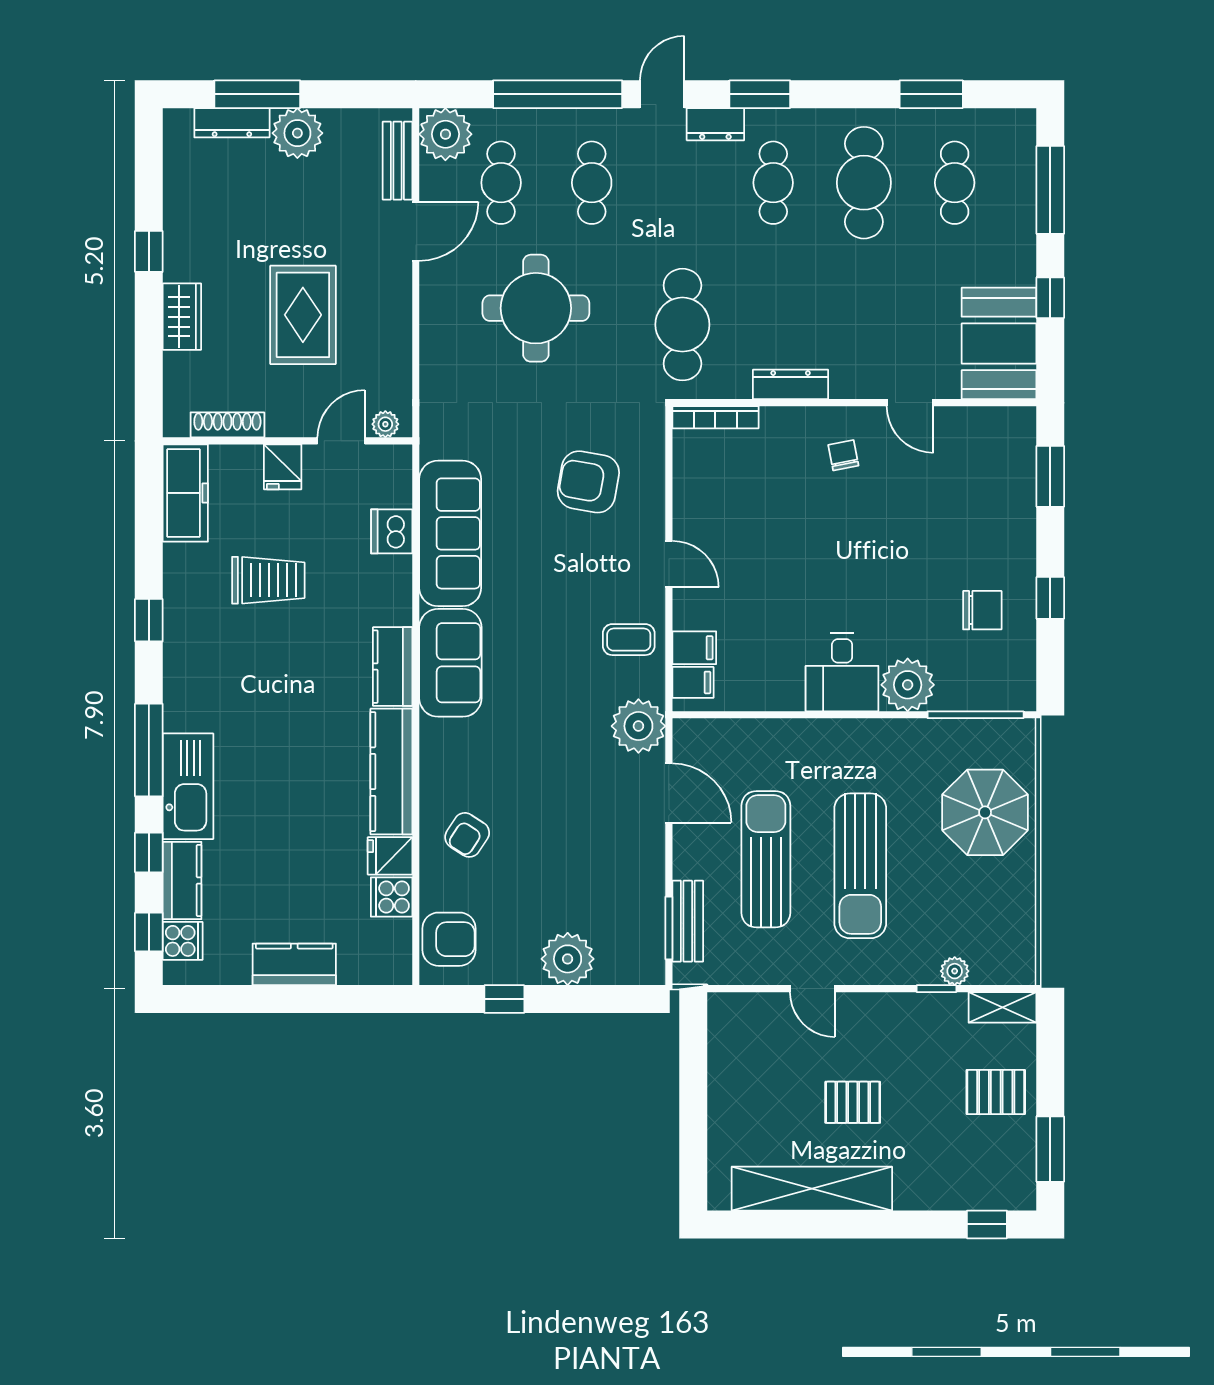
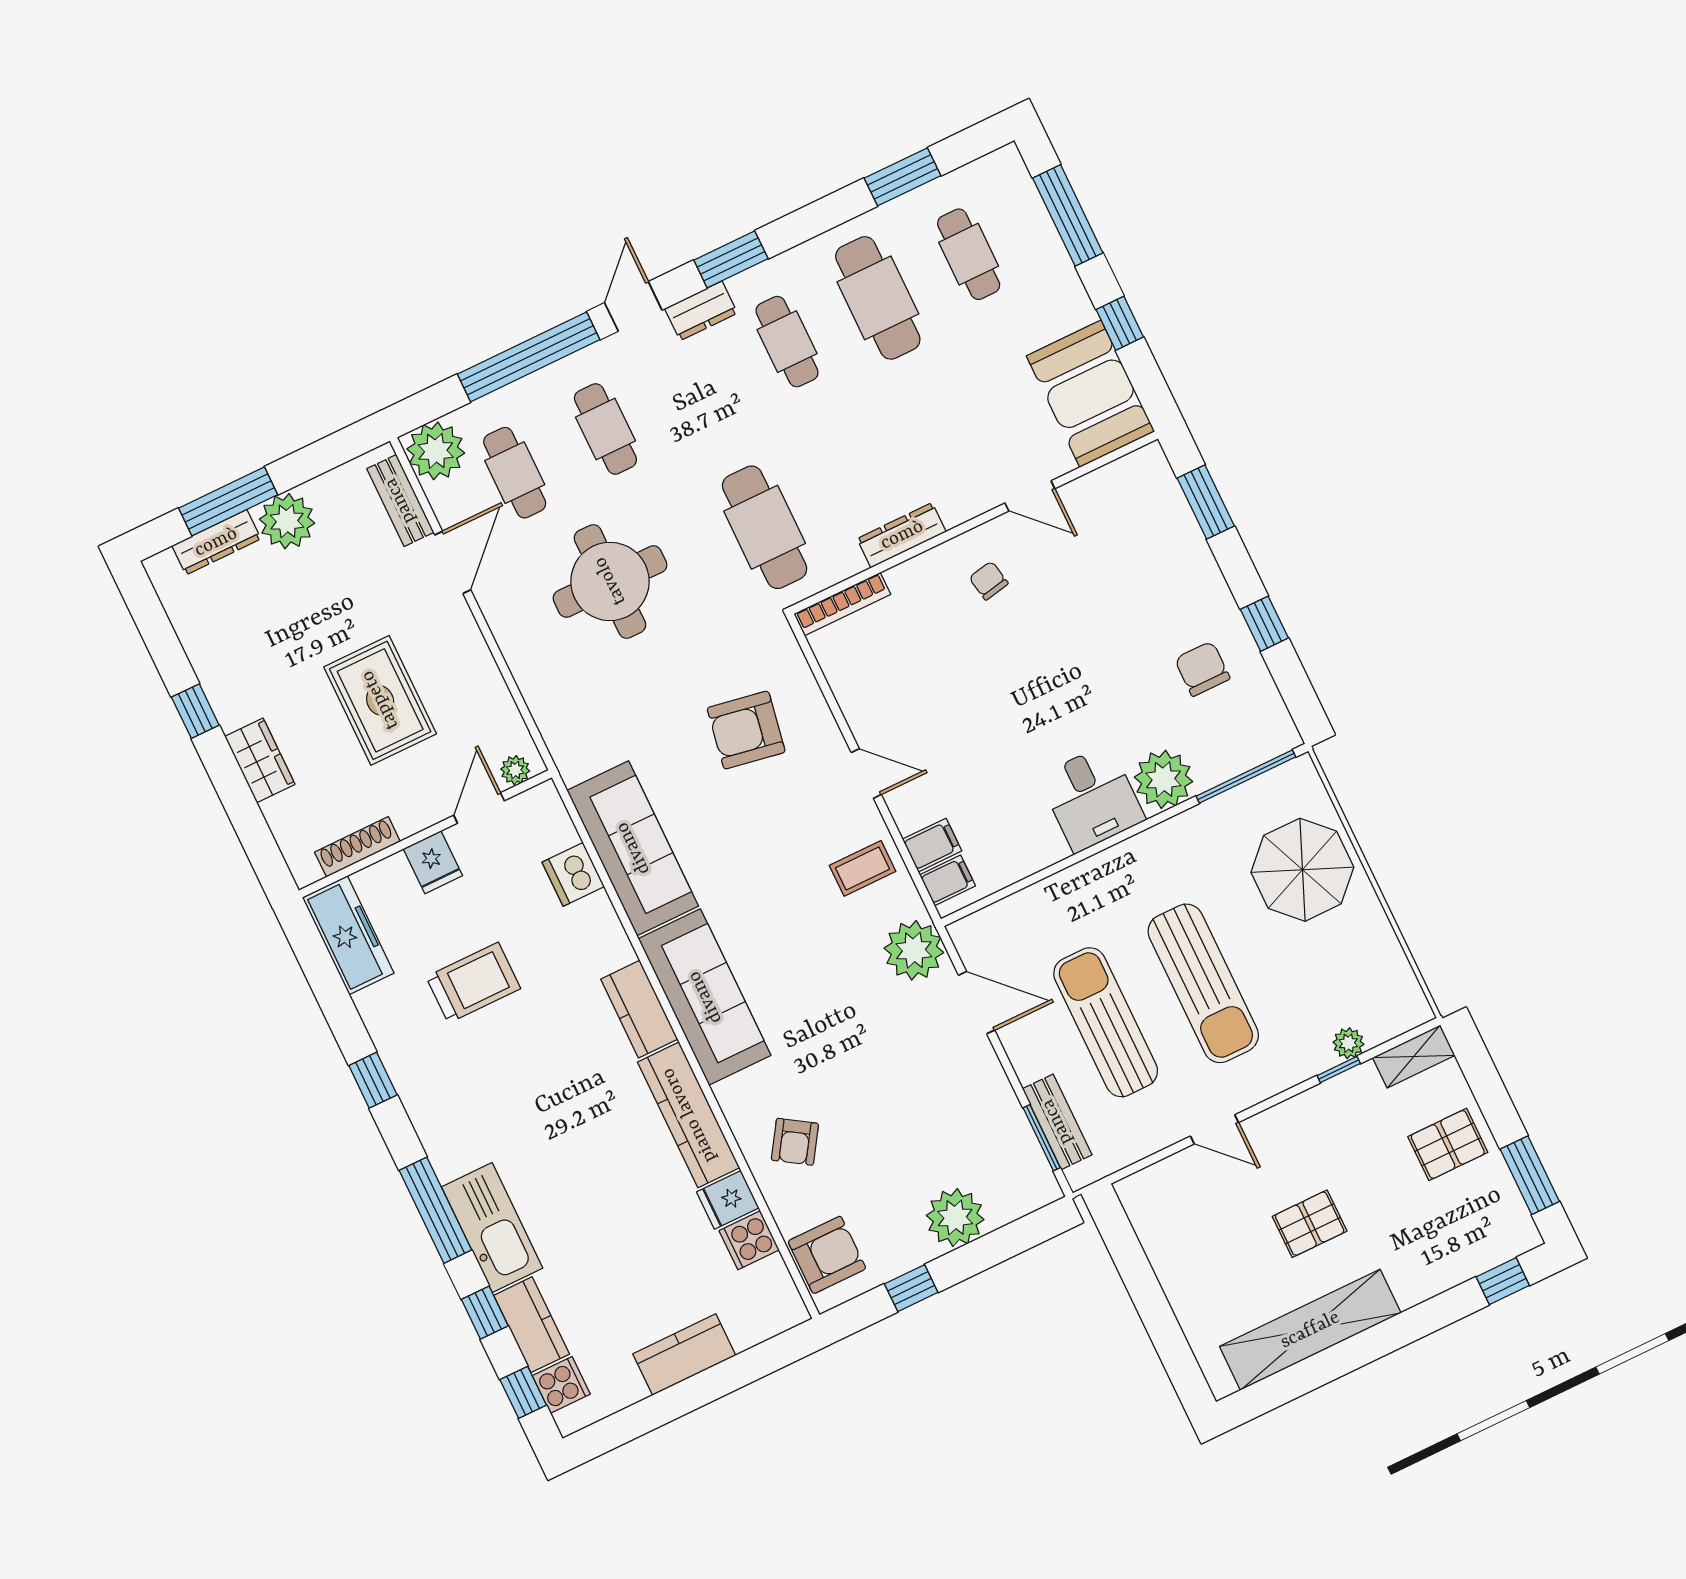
chair: (982, 610) -> (1202, 669), turned -90
sofa: (450, 663) -> (705, 997), width x1.36

